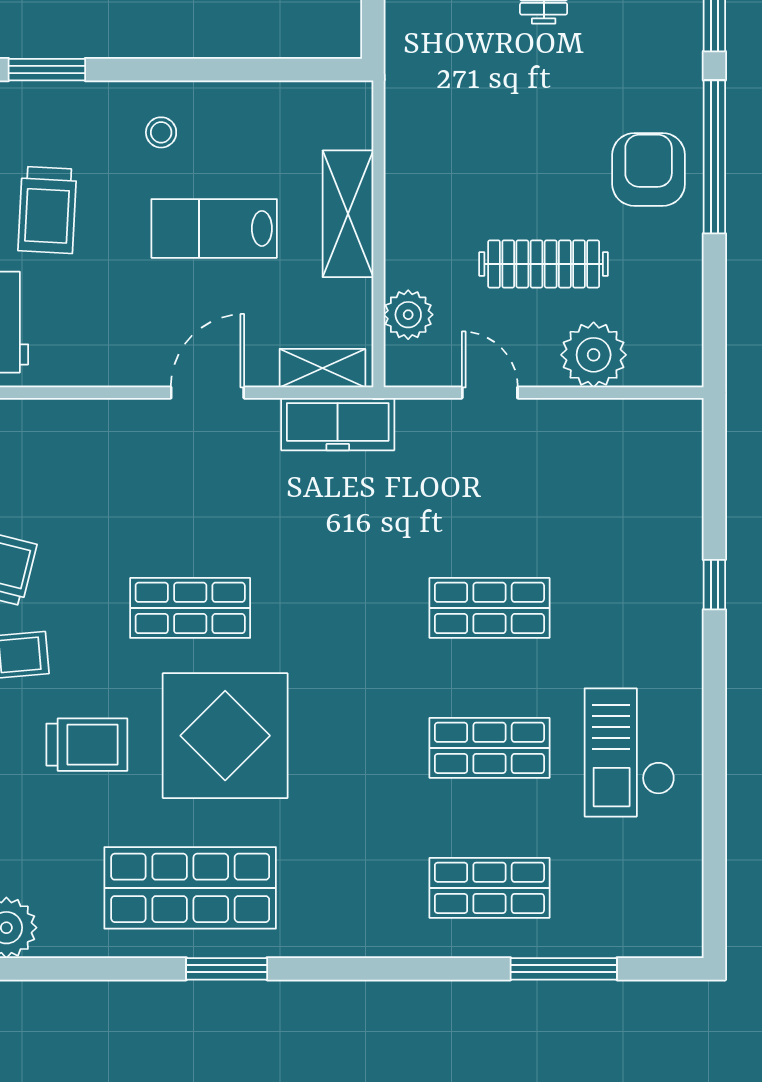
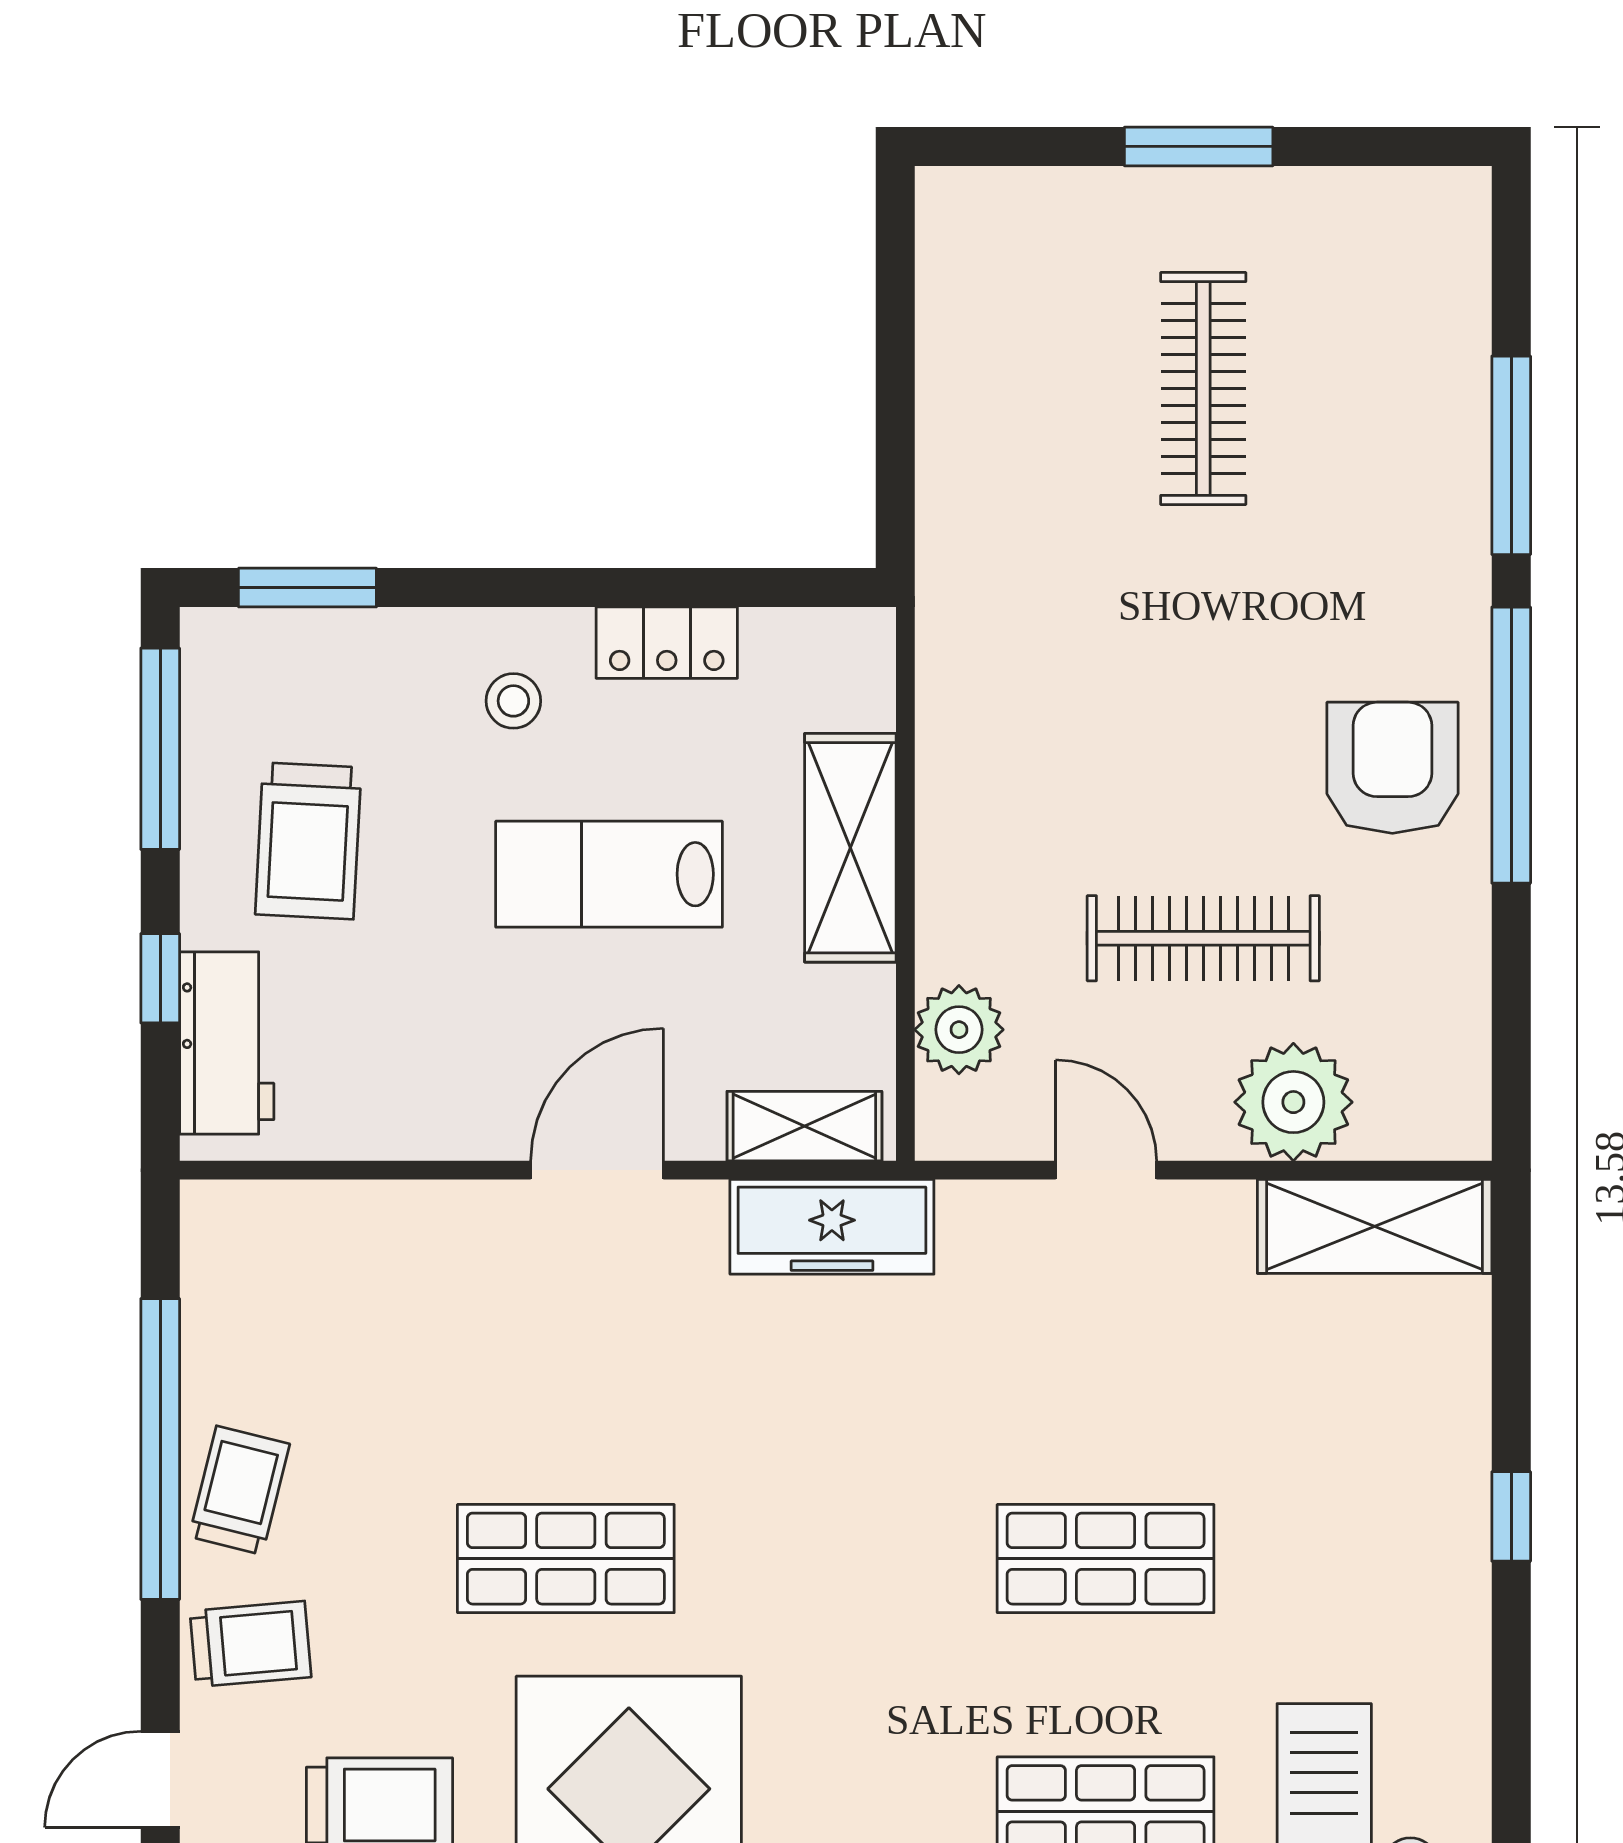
locker: (246, 100) -> (667, 643), added
shelving: (639, 424) -> (1375, 1226), added

